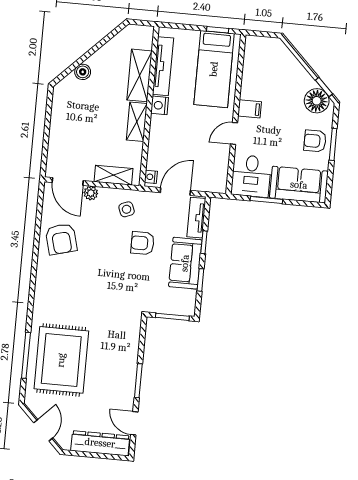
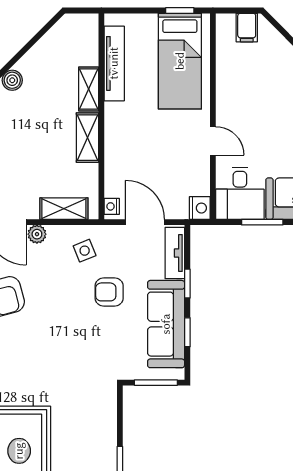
shelving: (140, 75) -> (89, 89), width x0.67, depth x0.75
nightstand: (160, 105) -> (200, 208), moved, turned 180
filing cabinet: (250, 109) -> (247, 28), moved, turned 90
door: (234, 133) -> (213, 141), swing flipped
door: (175, 191) -> (145, 222), hinge flipped
sofa: (185, 263) -> (166, 324), width x1.36

